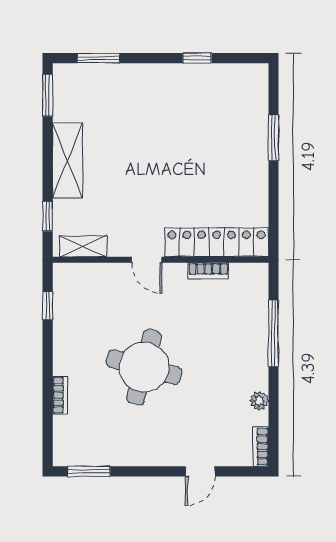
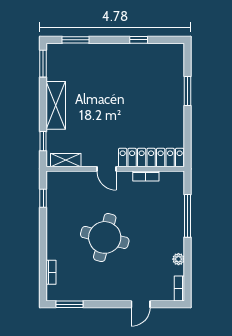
bookcase: (60, 395) -> (51, 272), moved

